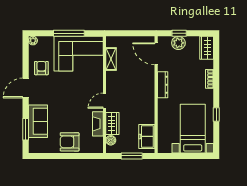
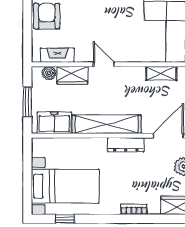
shelving: (148, 99) -> (107, 124), added
window: (216, 114) -> (65, 219), moved
fireplace: (98, 124) -> (57, 55), moved

